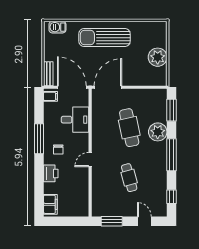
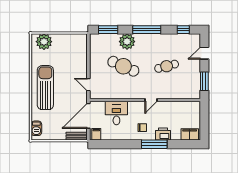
sun lounger: (104, 38) -> (45, 88), turned 180
plant: (158, 57) -> (44, 42), moved
door: (108, 87) -> (88, 85), width x0.53
cafe table: (129, 128) -> (123, 66), turned 36
window: (39, 139) -> (154, 144), moved
door: (90, 160) -> (151, 100), hinge flipped

